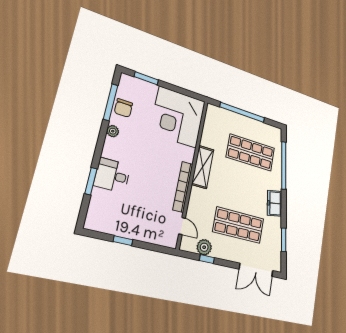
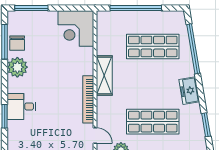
window: (146, 78) -> (31, 8), width x1.44
corner desk: (178, 117) -> (76, 29), width x0.74, depth x0.74
plant: (113, 131) -> (17, 67), width x1.87, depth x1.87

